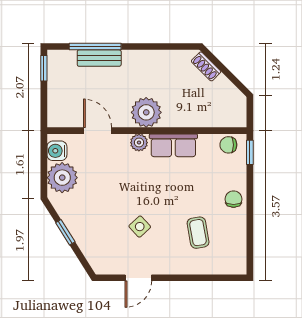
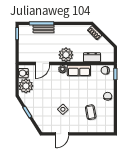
dresser: (201, 118) -> (92, 57), added
door: (98, 131) -> (43, 64), swing flipped

